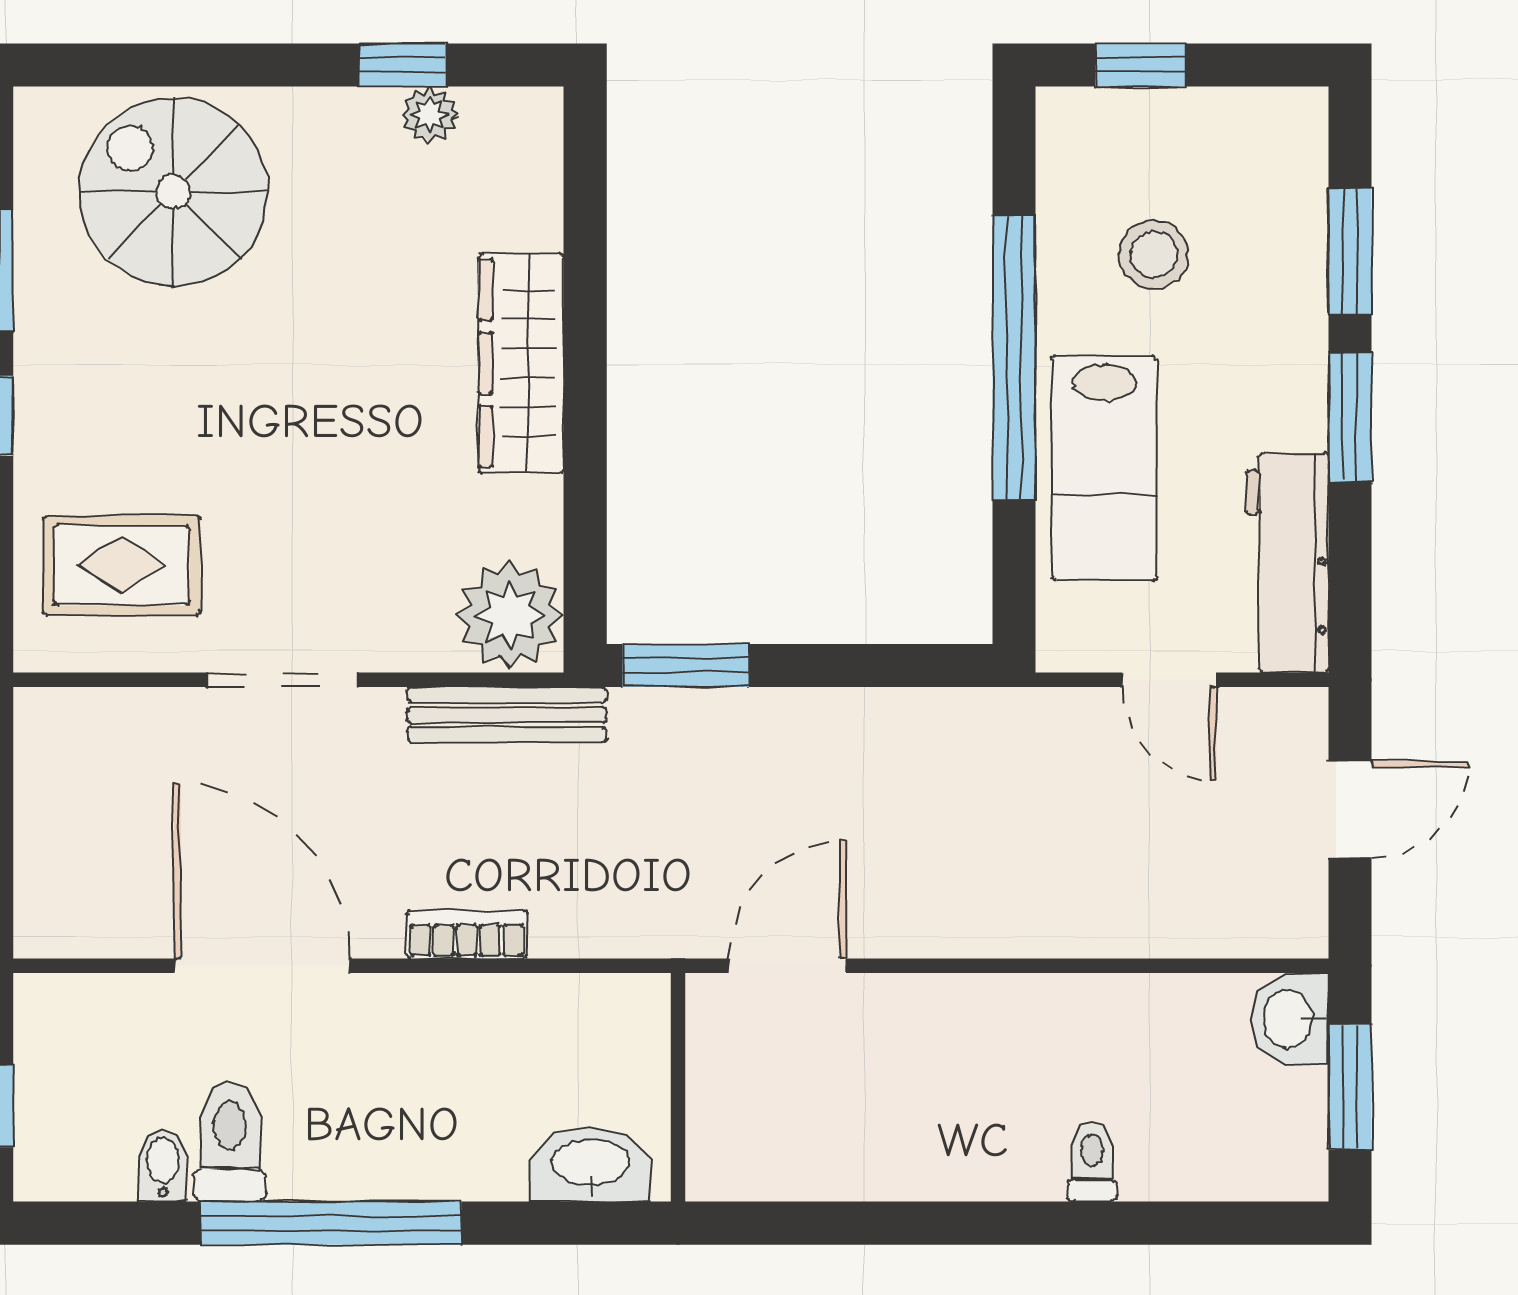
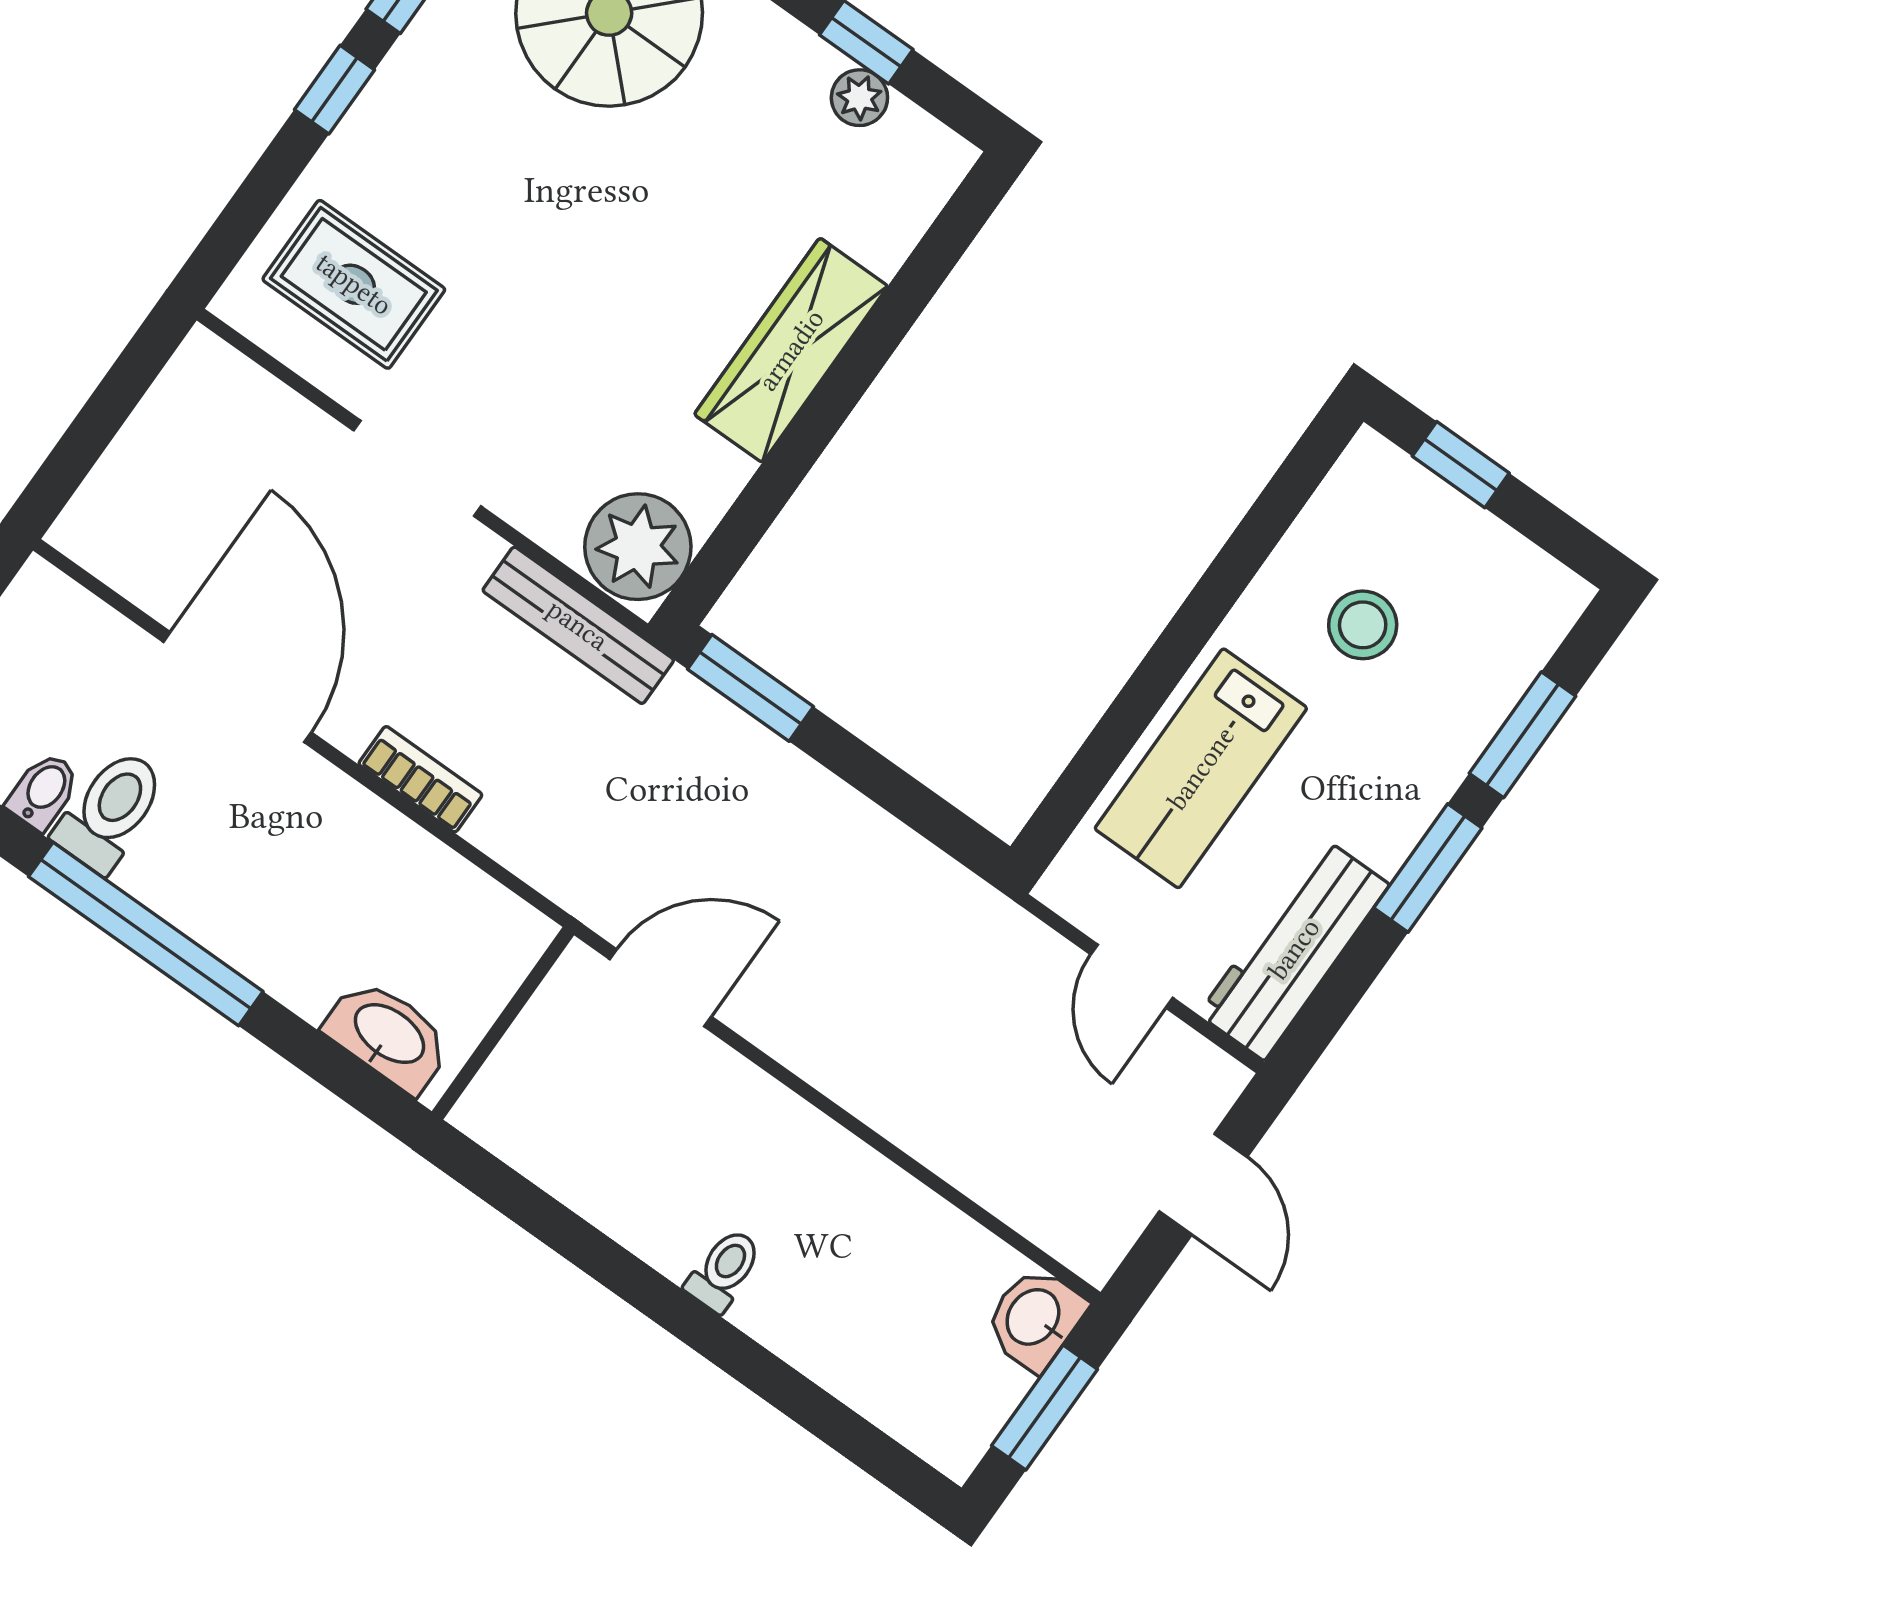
window: (1014, 357) -> (1191, 628), removed
door: (1350, 810) -> (1203, 1184), hinge flipped
toilet: (1092, 1161) -> (724, 1270), moved

